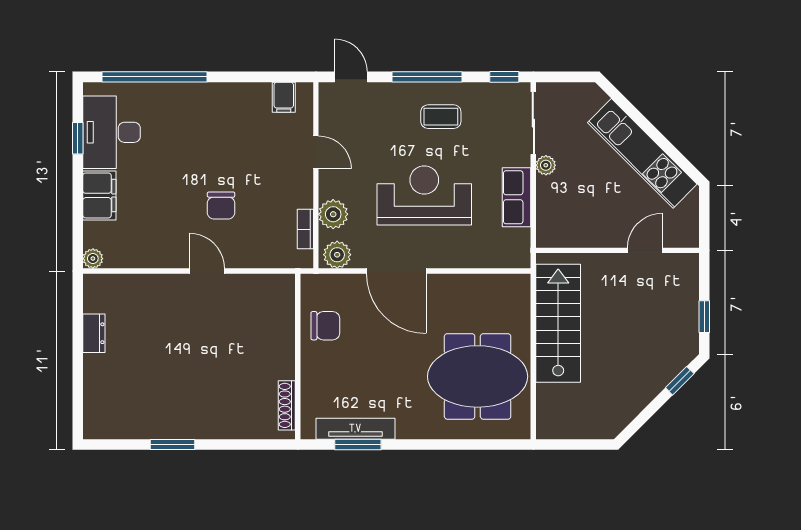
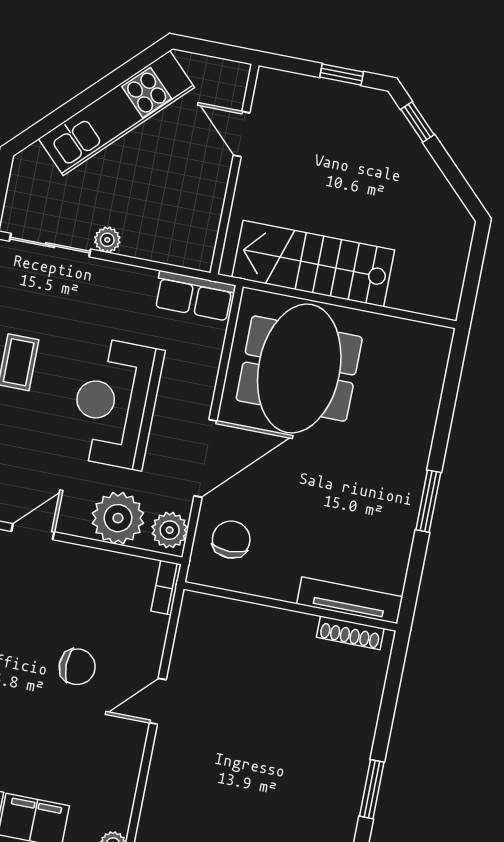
row of seats: (517, 197) -> (194, 296), moved
plant: (333, 214) -> (118, 518), width x1.36, depth x1.36
bookcase: (305, 229) -> (166, 588), moved, turned 90
chair: (325, 326) -> (231, 540), moved
meeting table: (478, 376) -> (299, 369), moved
tv unit: (355, 429) -> (350, 600), moved, turned 90
window: (358, 445) -> (428, 501), moved

